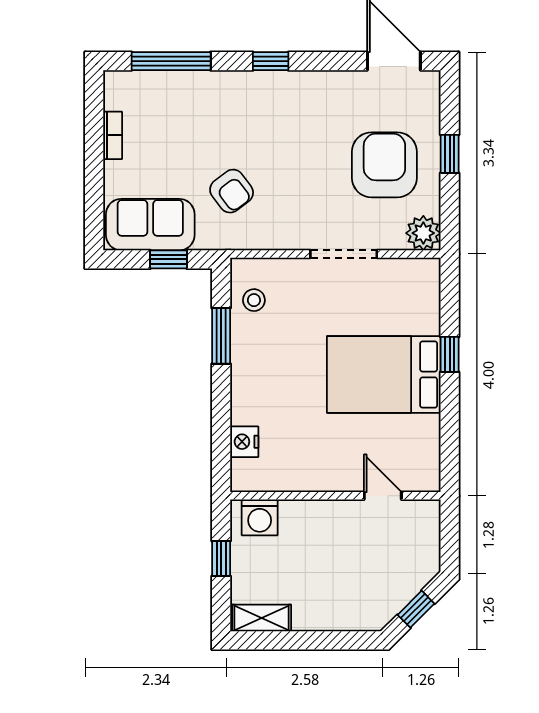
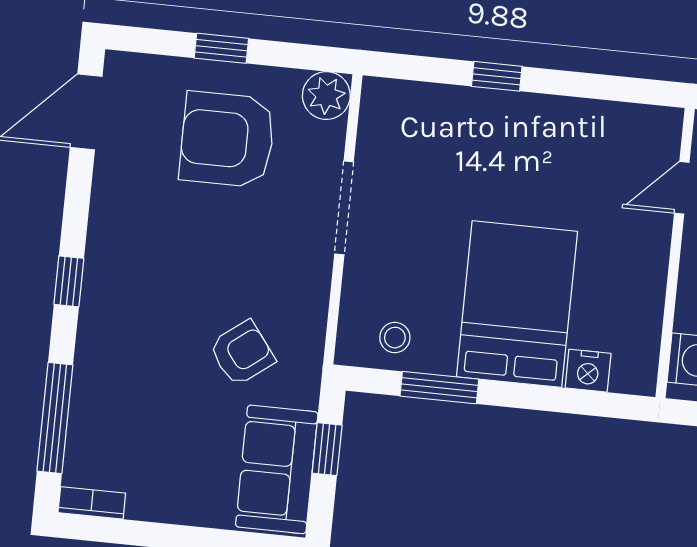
bookcase: (113, 135) -> (92, 503), moved
bed: (384, 374) -> (517, 304), moved, turned 180

